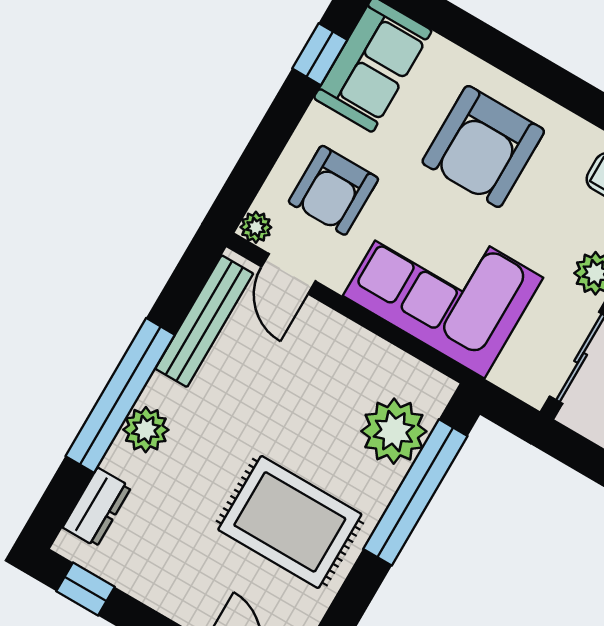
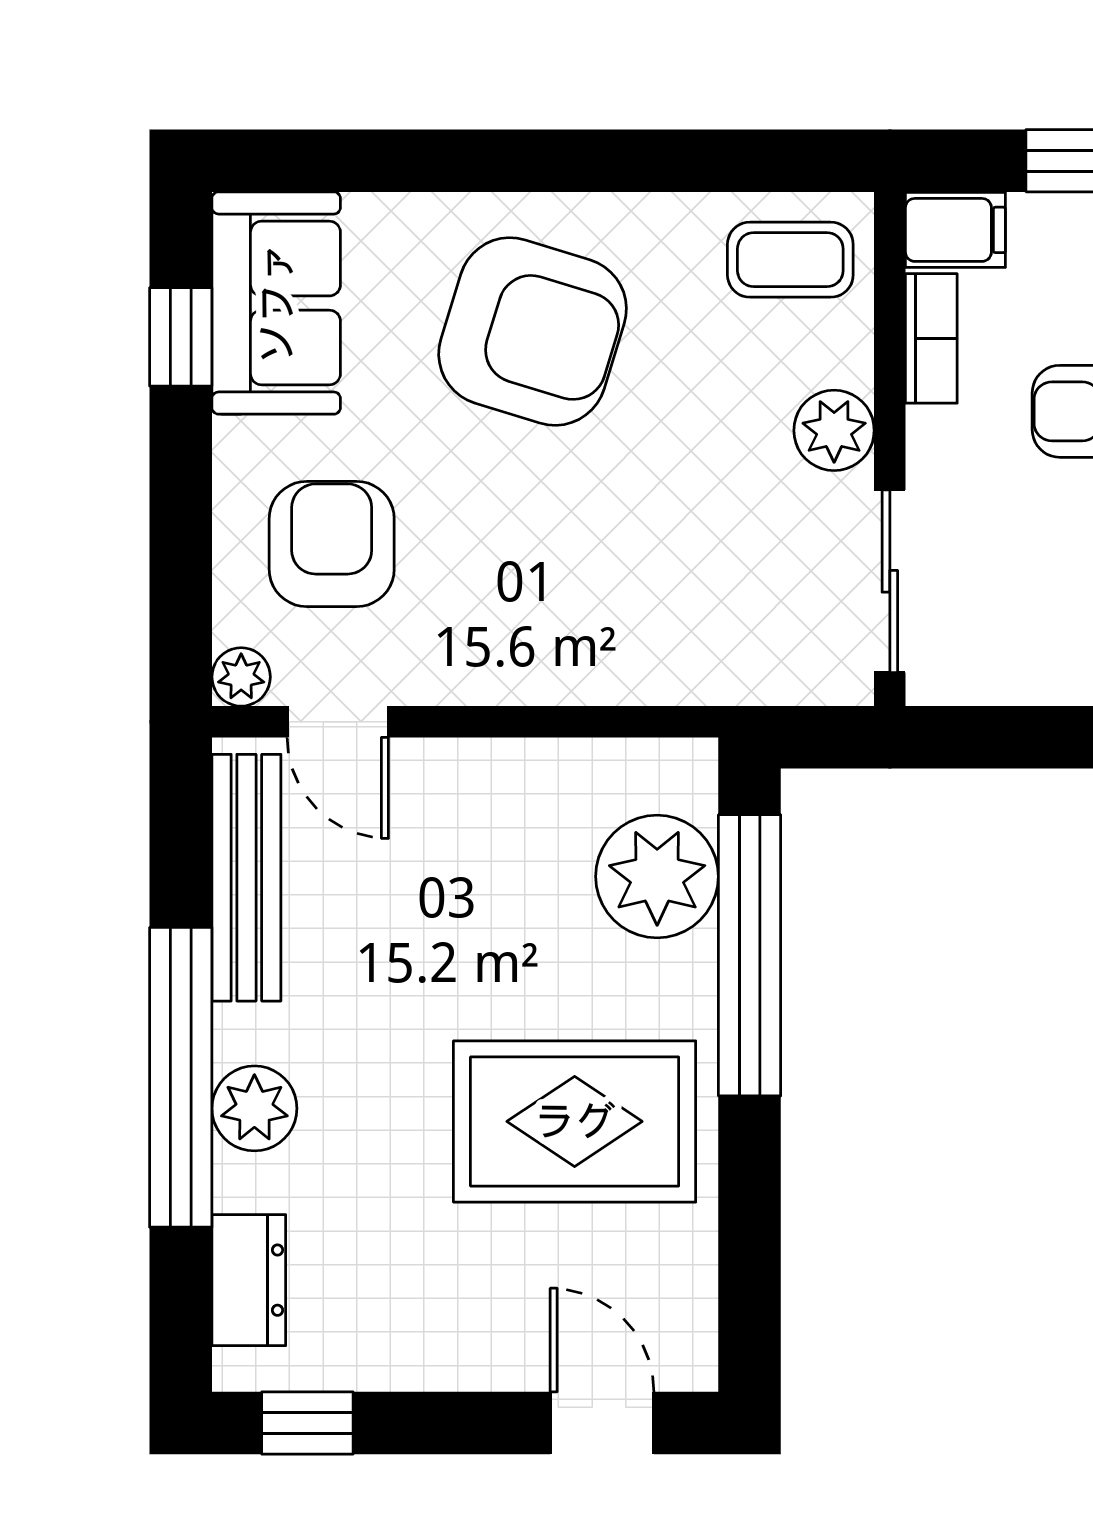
armchair: (483, 146) -> (533, 331), turned -73
armchair: (333, 190) -> (332, 544), turned 180
corner sofa: (443, 287) -> (600, 596), removed

